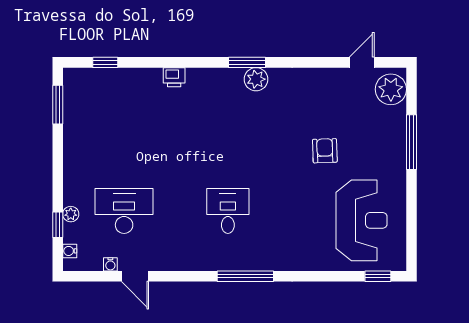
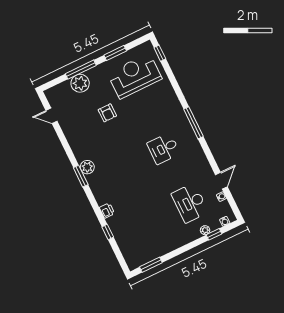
window: (105, 62) -> (108, 232), moved
plant: (391, 89) -> (80, 83), moved
armchair: (325, 151) -> (107, 113), turned -88
window: (411, 207) -> (115, 53), added

